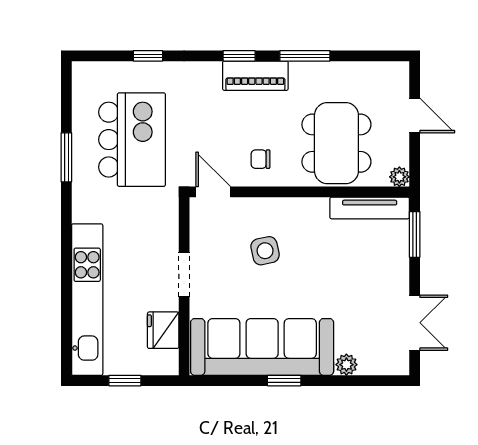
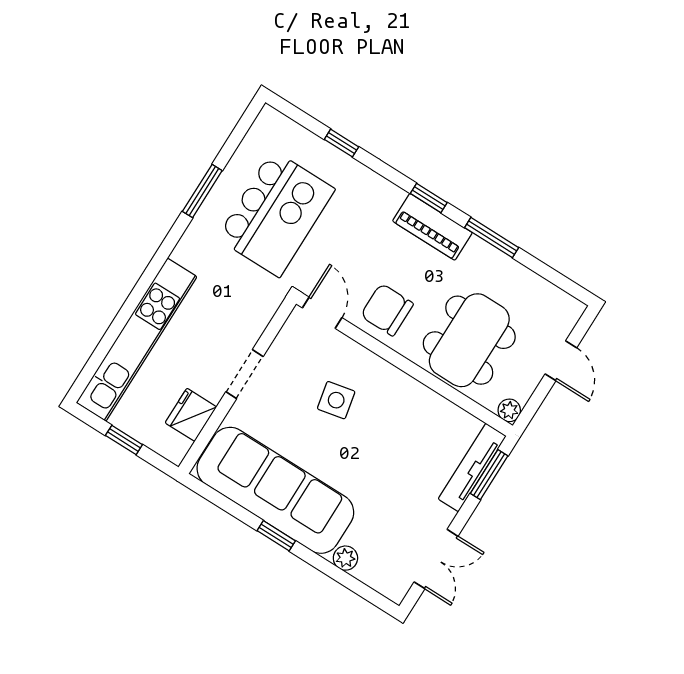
chair: (260, 159) -> (387, 310), width x1.87, depth x1.87
tv unit: (370, 208) -> (472, 467), moved, turned 90

